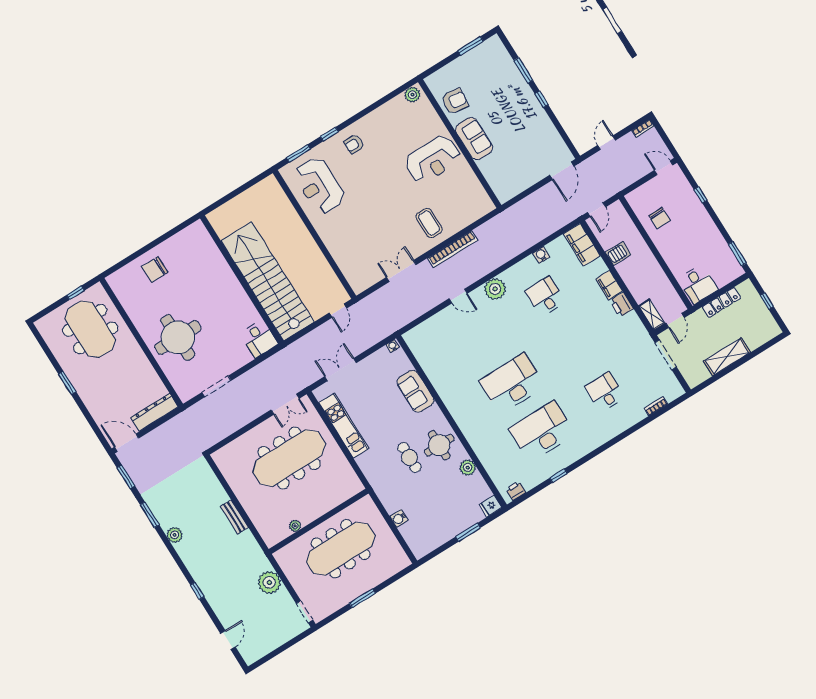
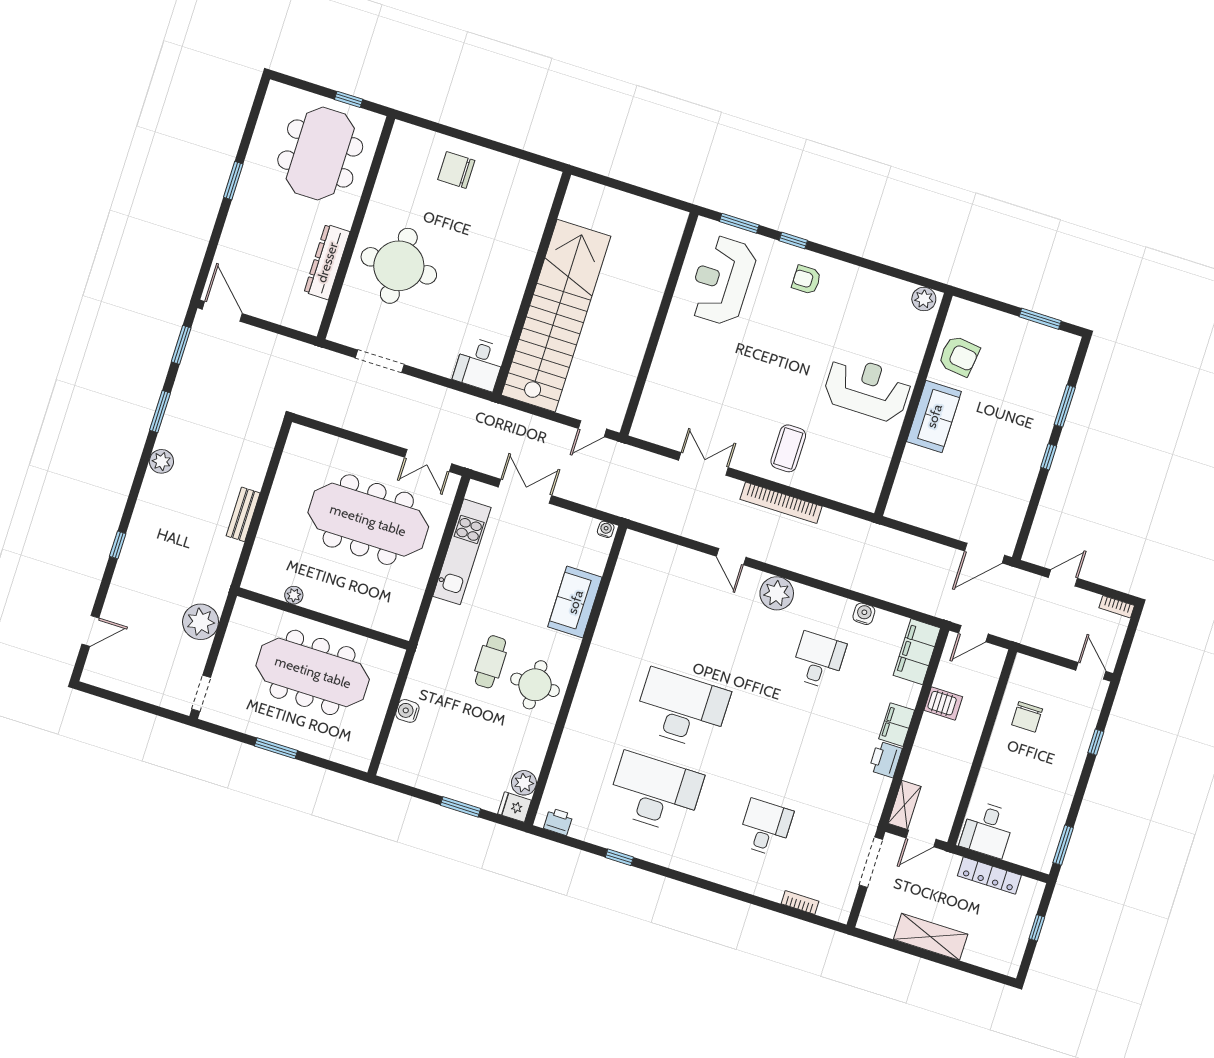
reception desk: (433, 160) -> (867, 388), turned 180
dresser: (154, 412) -> (327, 262), moved, turned -90
plant: (468, 468) -> (524, 783), moved

